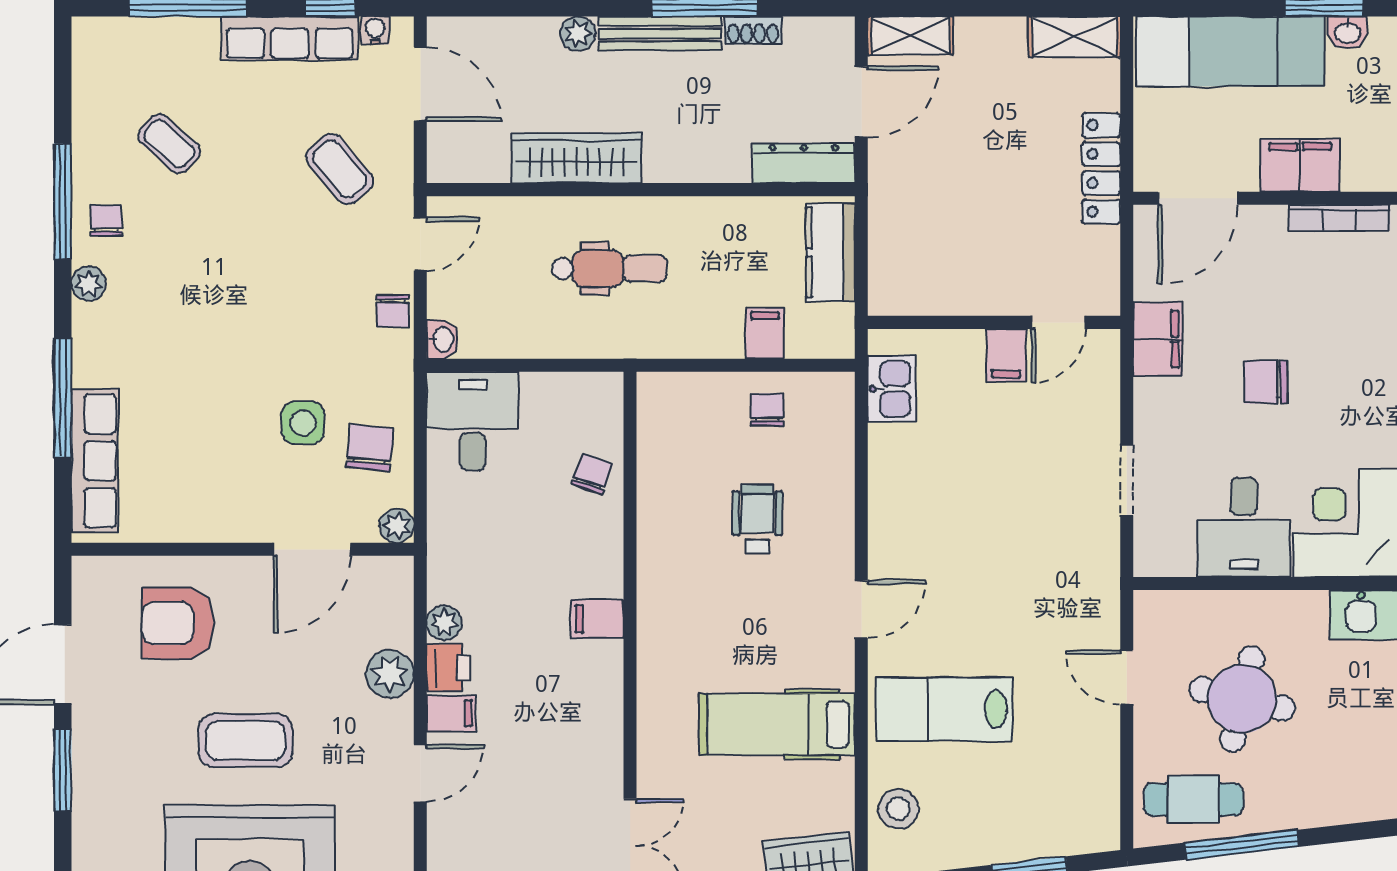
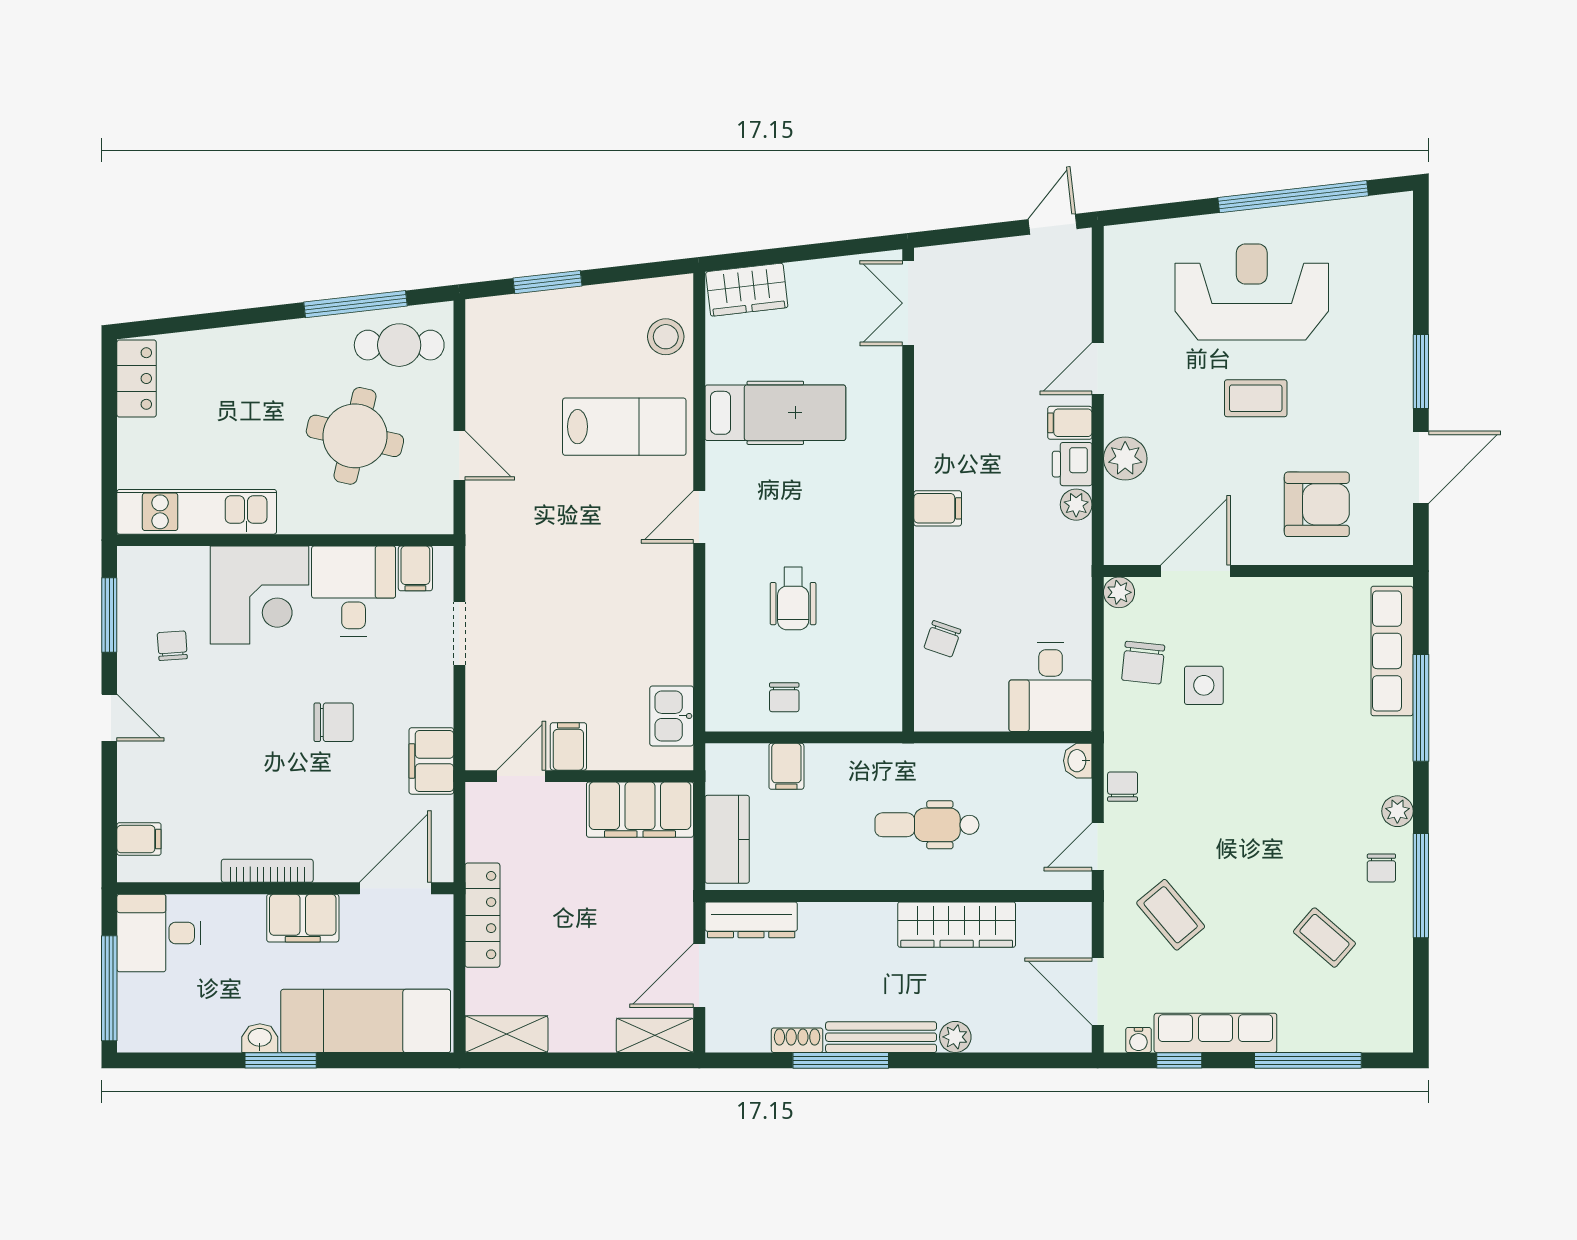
filing cabinet: (927, 285) -> (640, 810), added
filing cabinet: (1175, 552) -> (415, 568), added
coffee table: (245, 741) -> (1256, 398), width x0.73, depth x0.77

